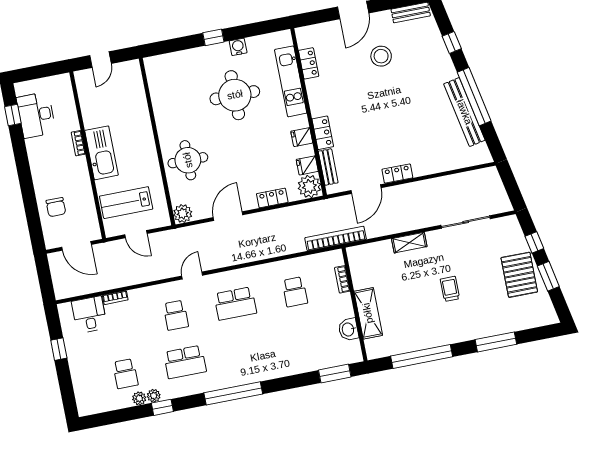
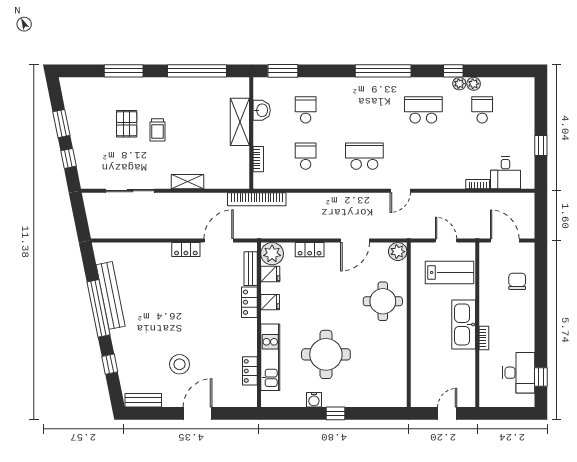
pallet: (519, 275) -> (127, 124), moved, width x0.67, depth x0.71
school desk: (176, 315) -> (306, 110), moved

